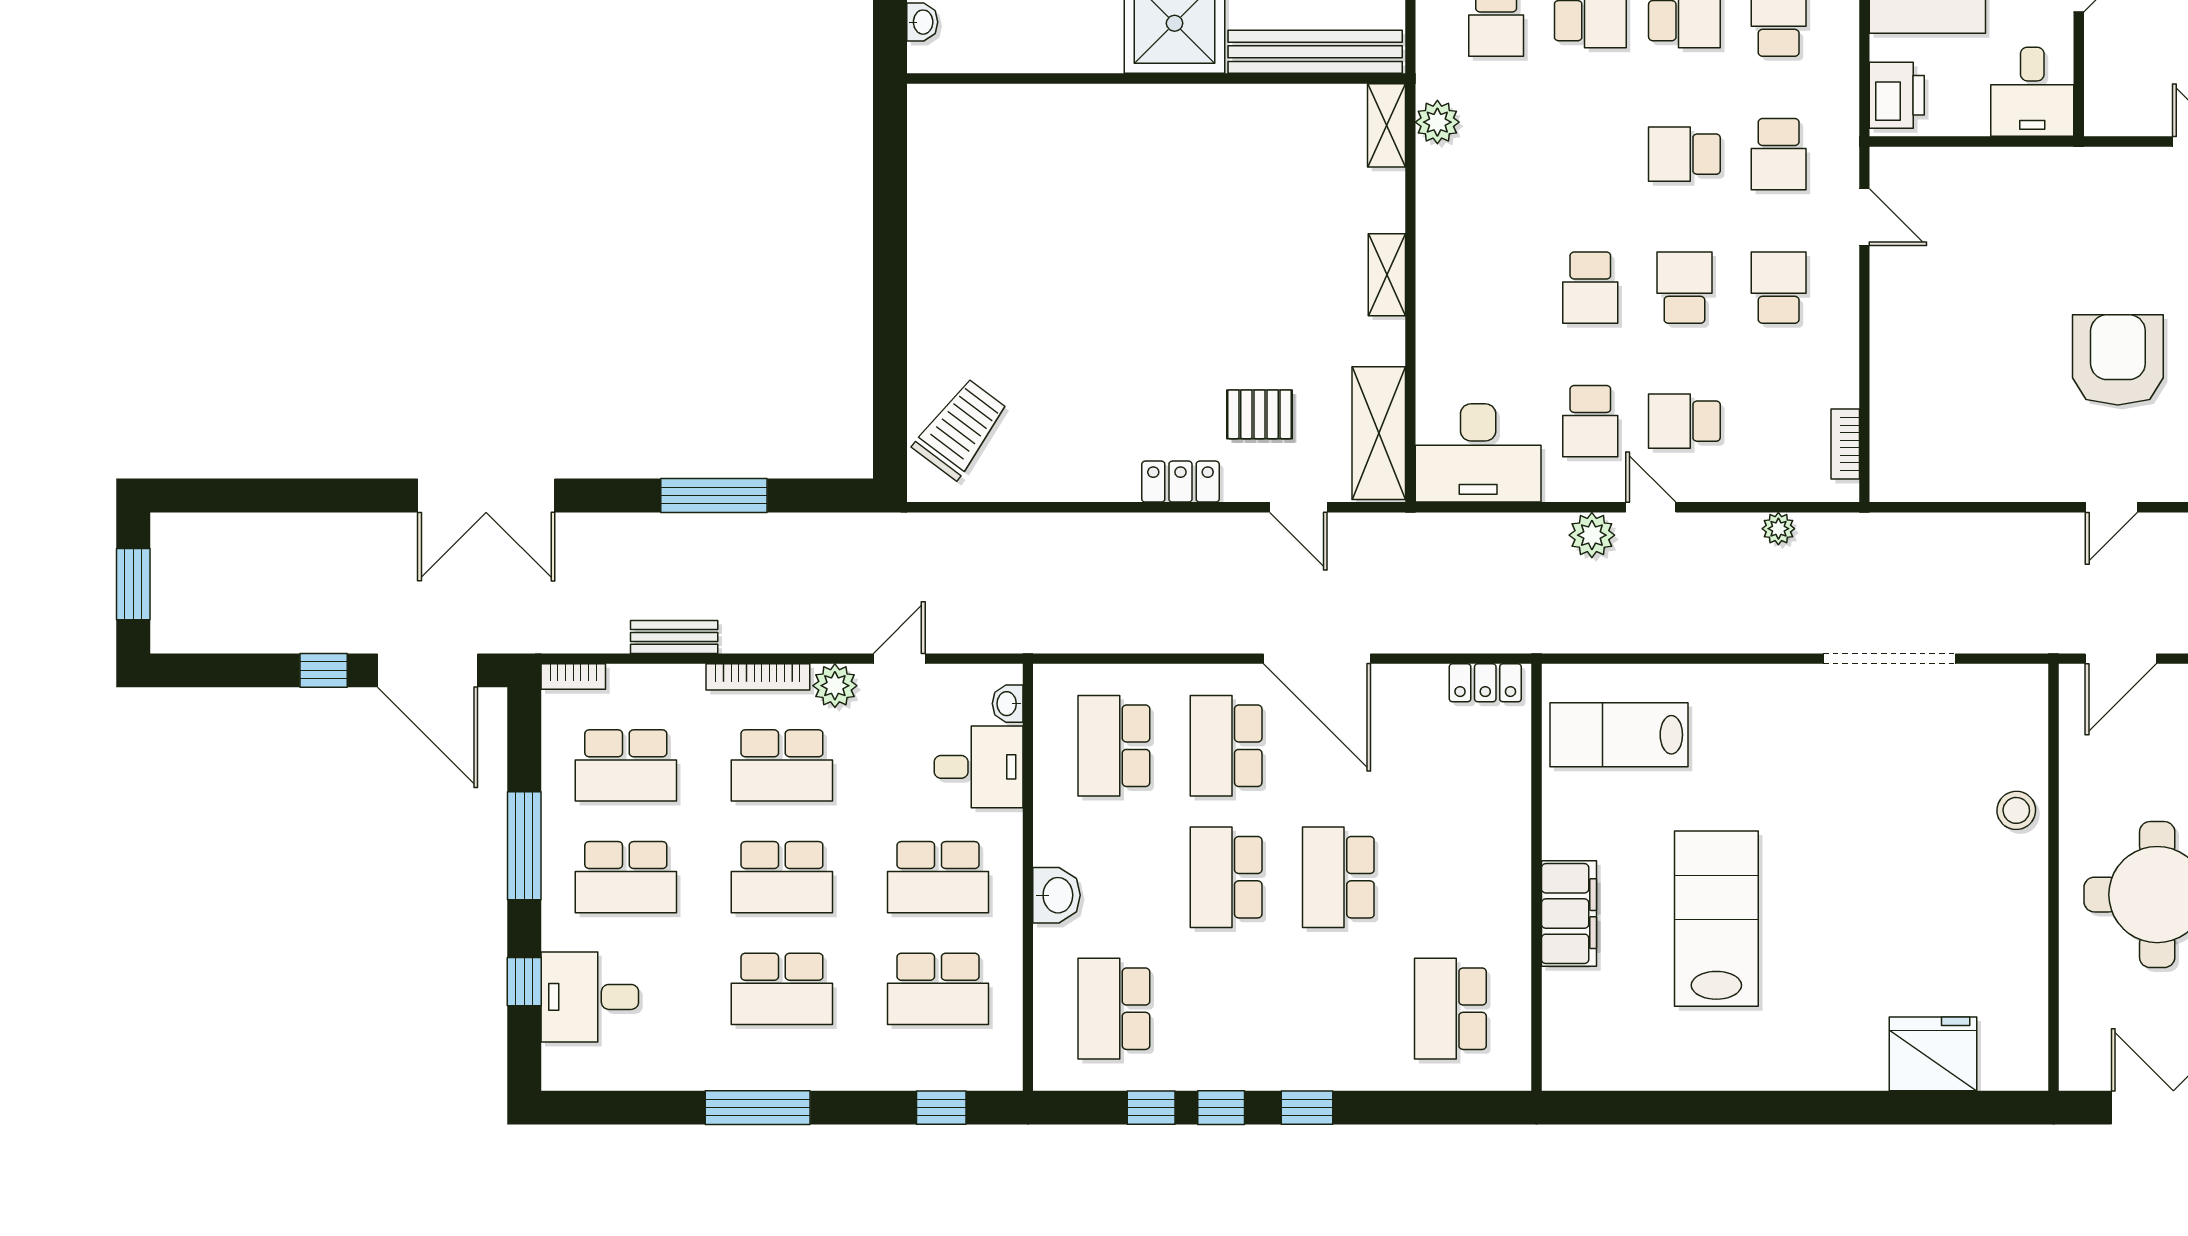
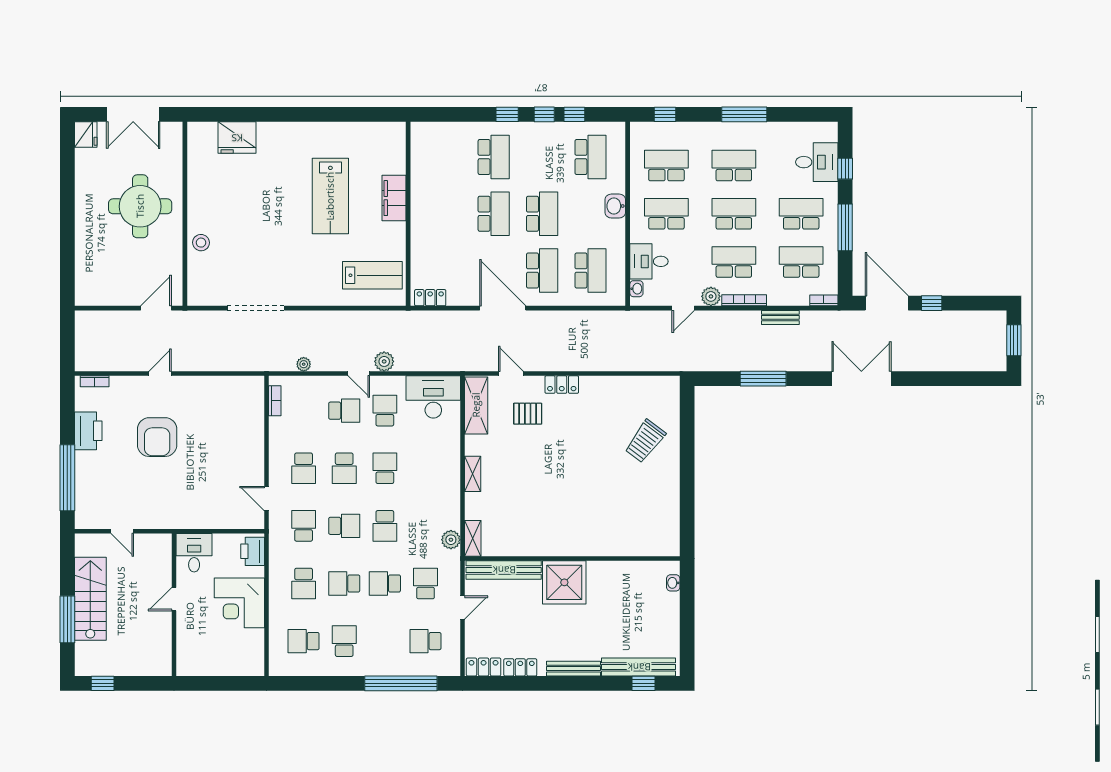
school desk: (1590, 154) -> (385, 526), added
trolley: (961, 429) -> (645, 441), moved
school desk: (1450, 1009) -> (494, 157), moved

